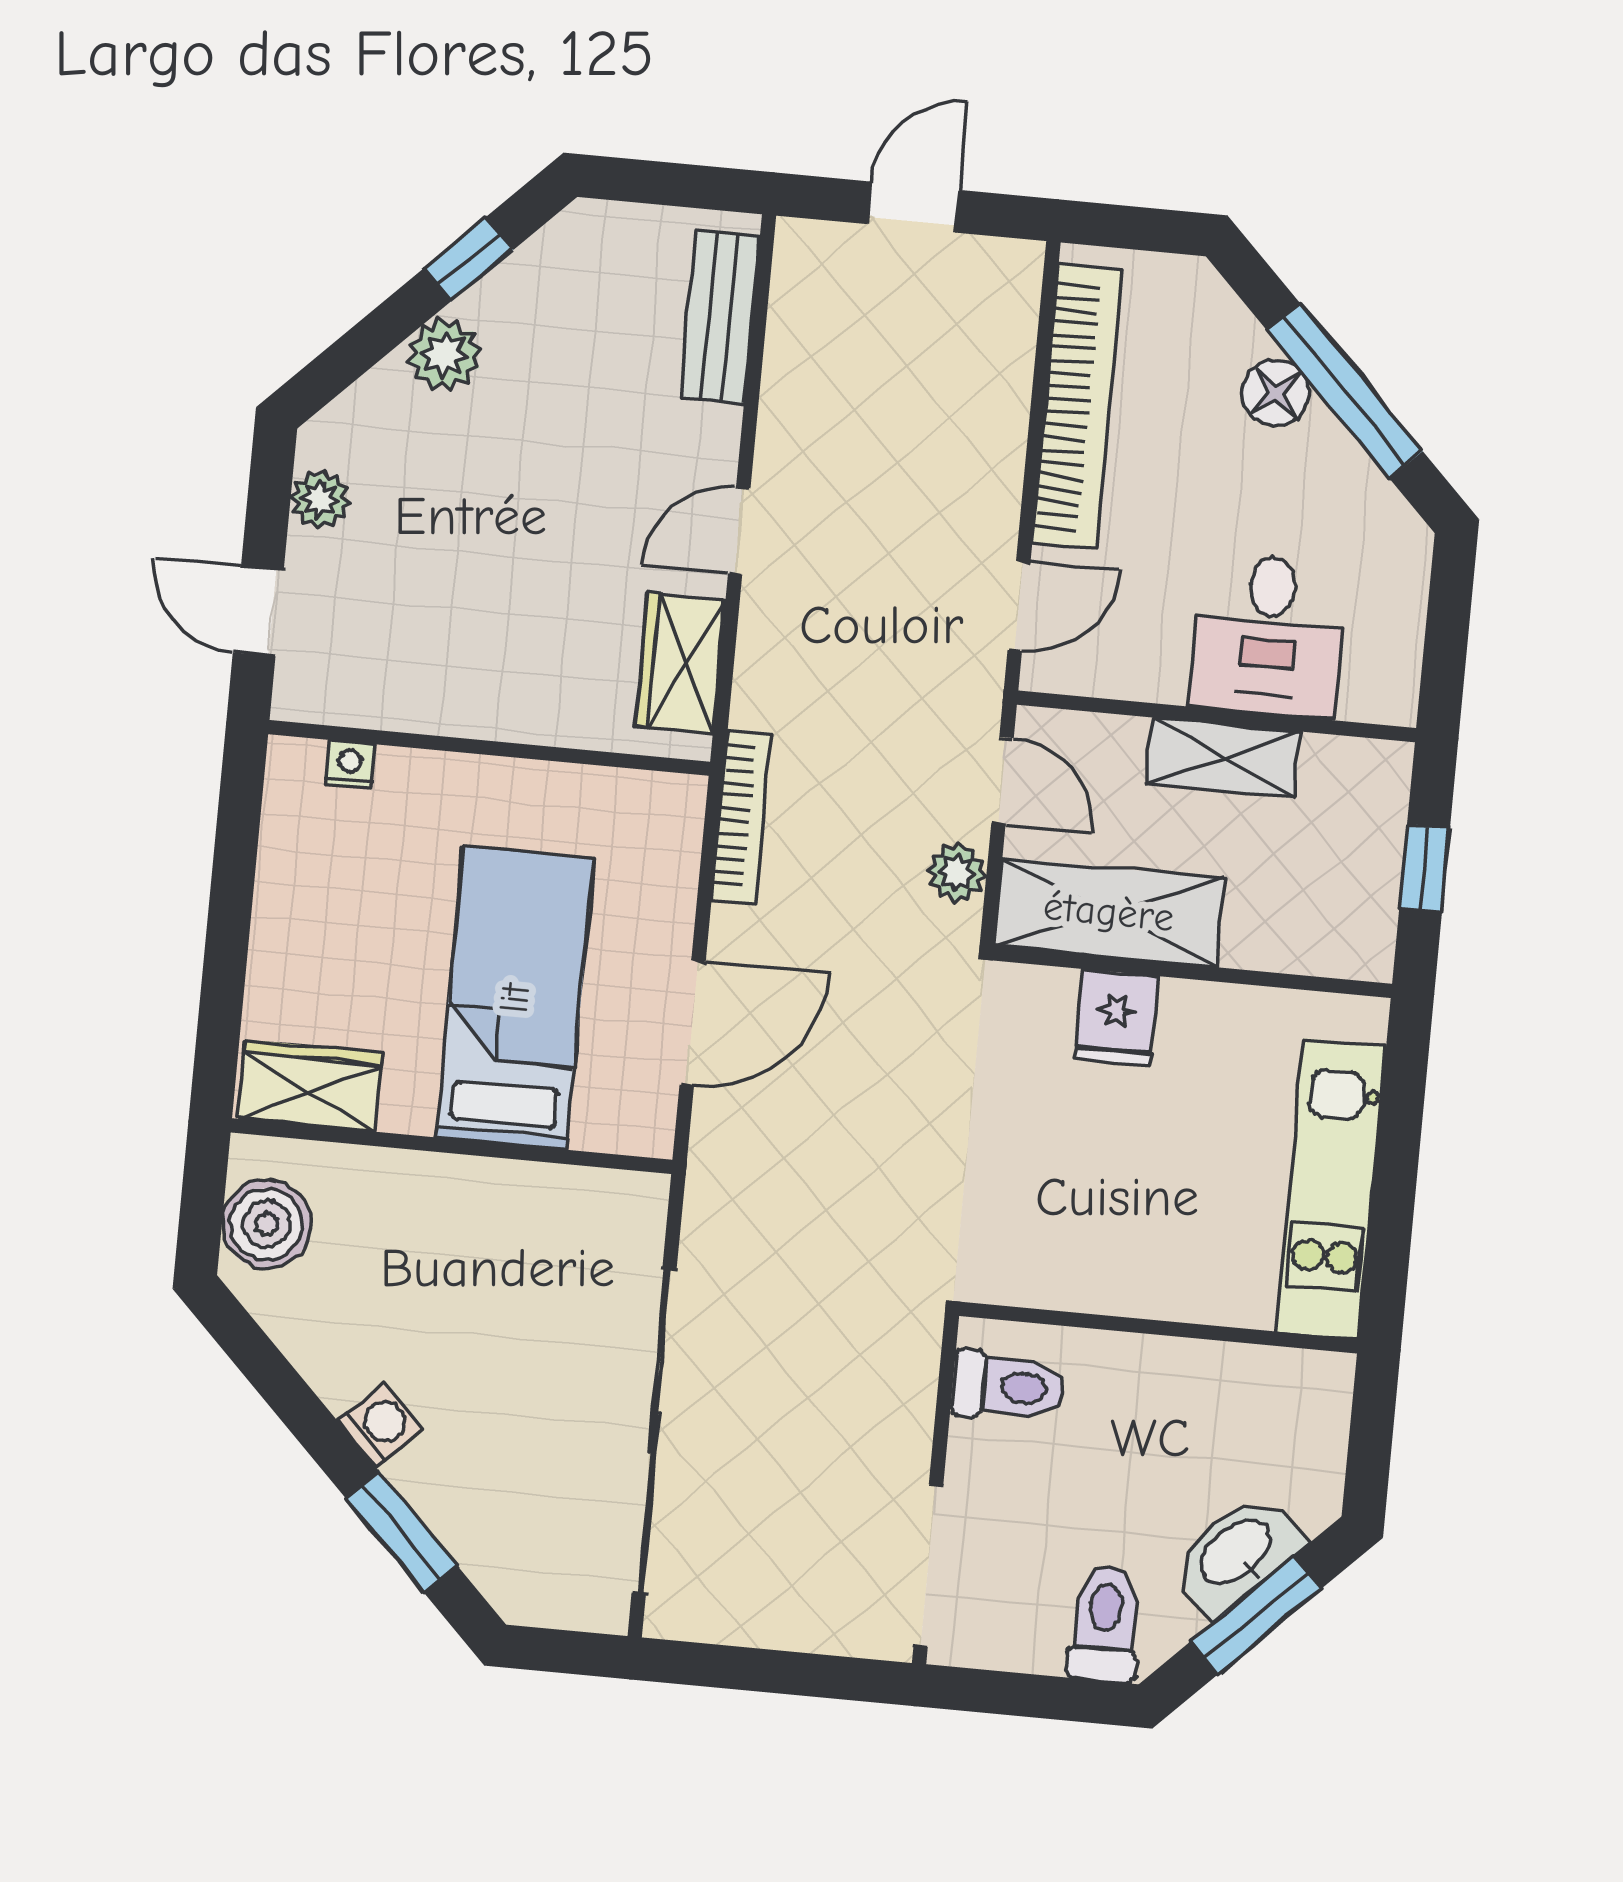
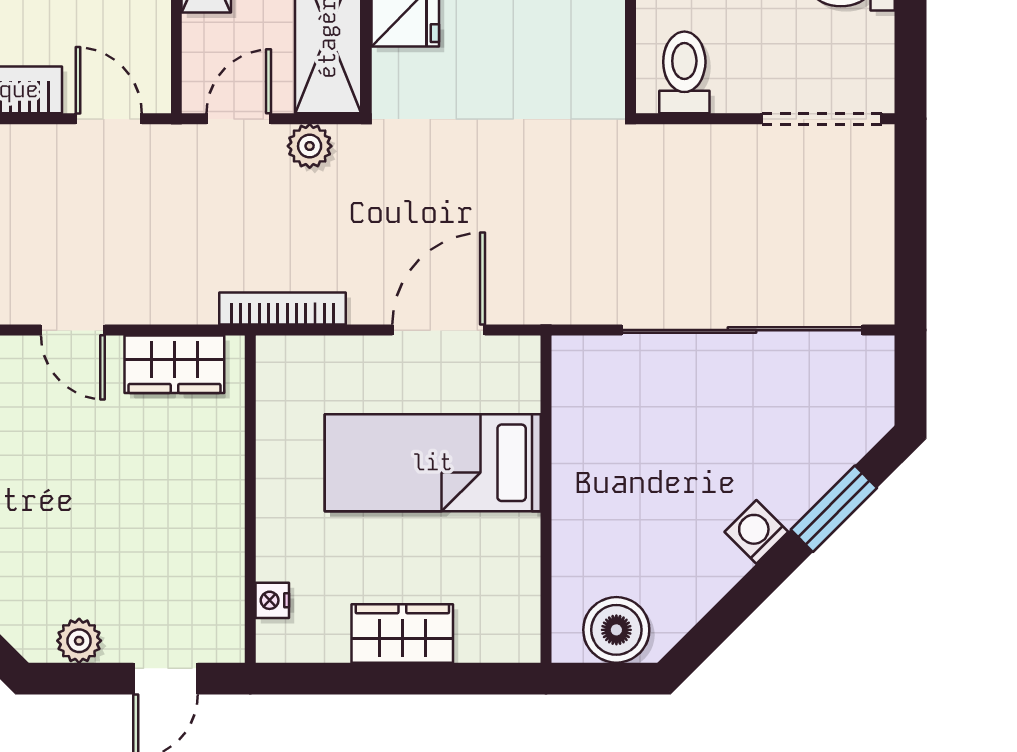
door: (693, 1023) -> (439, 330), hinge flipped
wardrobe: (310, 1086) -> (402, 633), moved, turned 90

